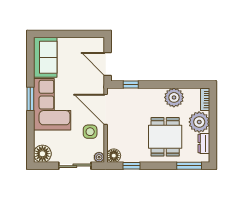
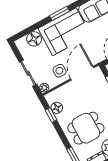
floor lamp: (42, 154) -> (34, 39), moved
floor lamp: (114, 156) -> (57, 108), moved

